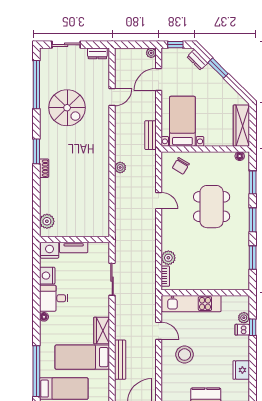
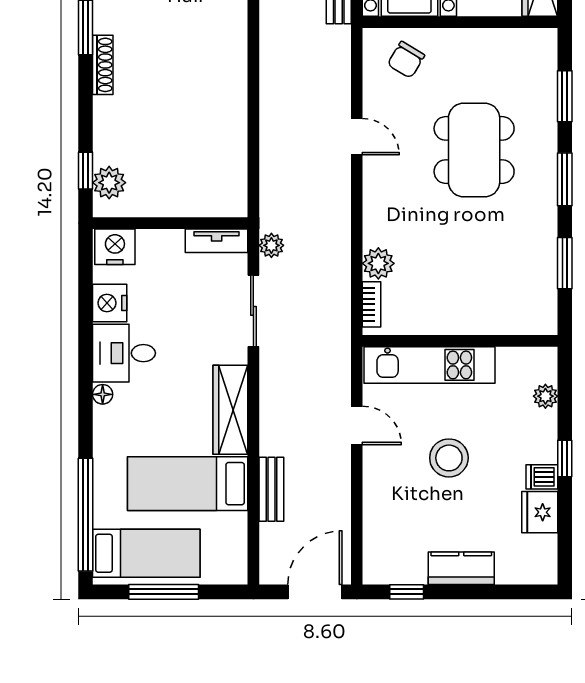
floor lamp: (240, 156) -> (536, 38), removed
plant: (120, 167) -> (271, 245), moved
shoe rack: (44, 168) -> (103, 65), width x1.43
window: (36, 216) -> (86, 171), added
tv unit: (74, 248) -> (217, 241), moved
window: (253, 327) -> (565, 459), moved
wardrobe: (102, 330) -> (230, 410), width x1.50
dishwasher: (242, 330) -> (542, 477), moved
stool: (185, 355) -> (449, 458), moved
bench: (120, 360) -> (271, 489), width x0.73

